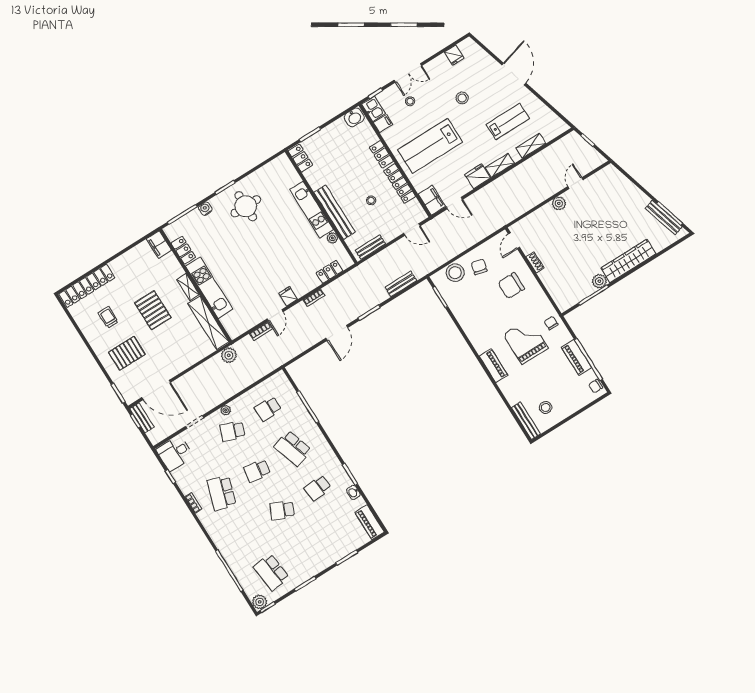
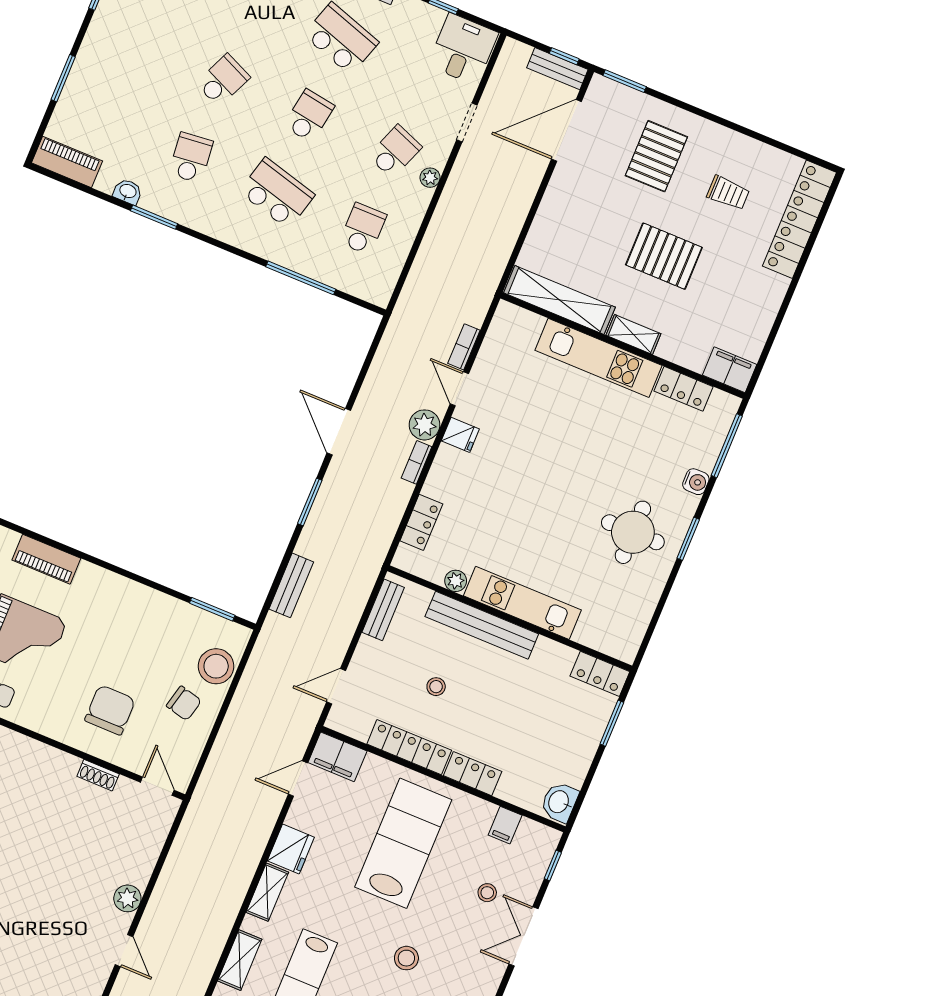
kitchen sink: (374, 109) -> (537, 838), removed
plant: (229, 355) -> (425, 425), moved
school desk: (293, 448) -> (277, 193), turned 33

